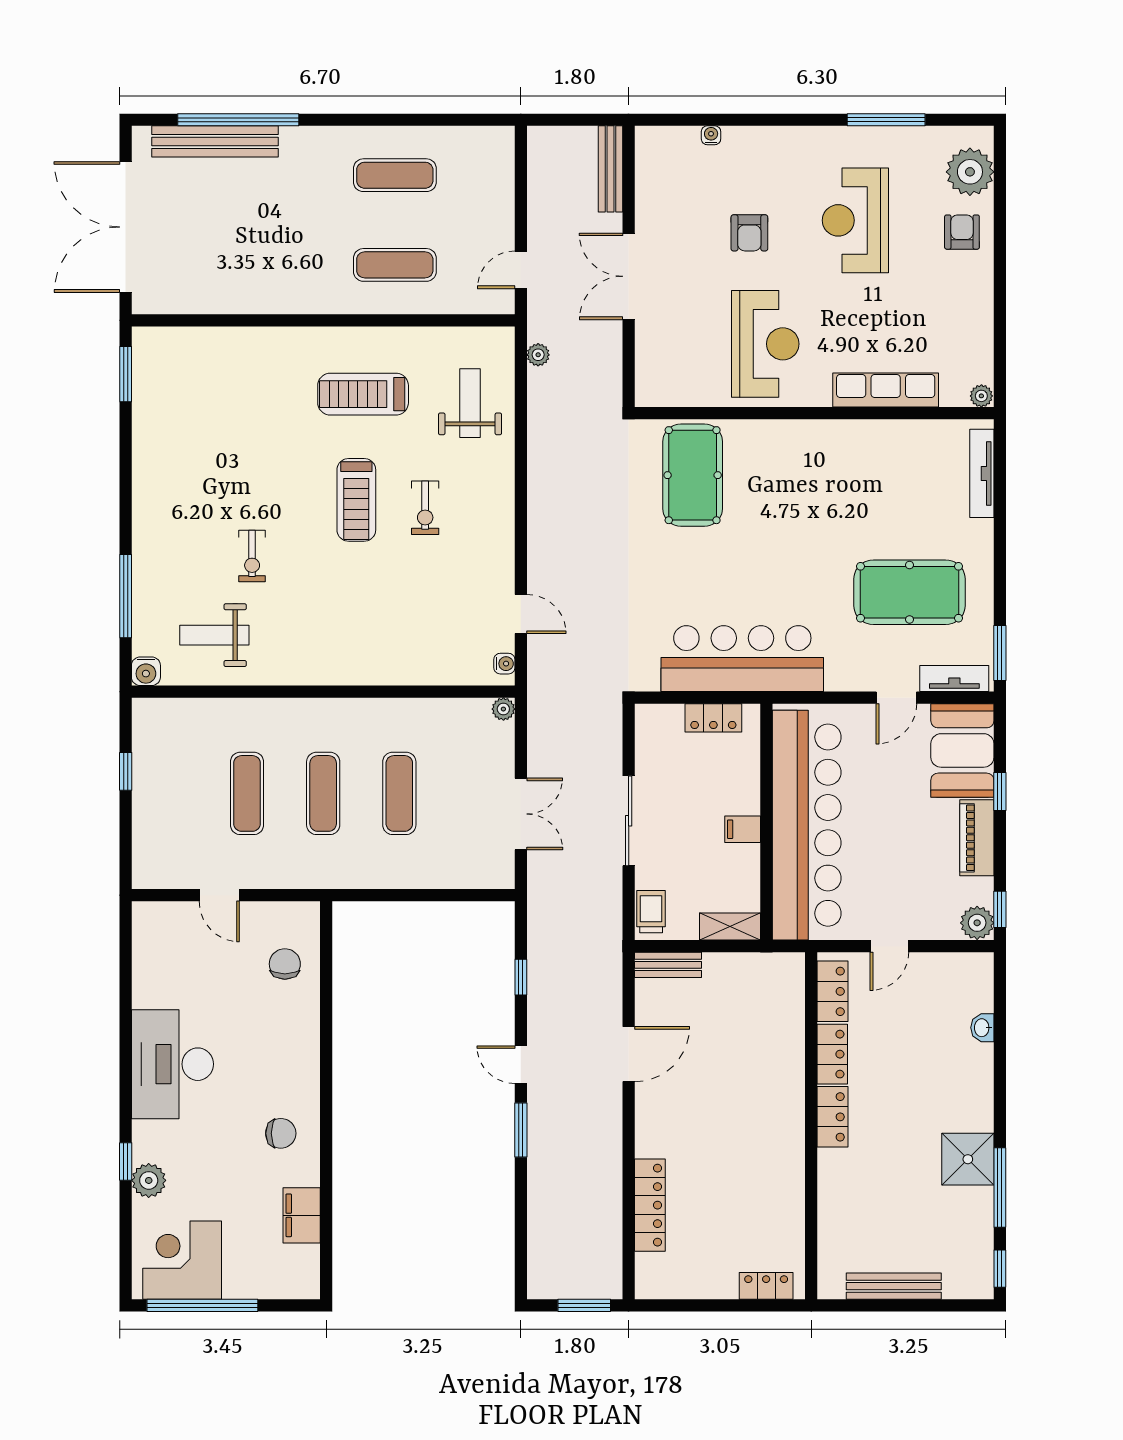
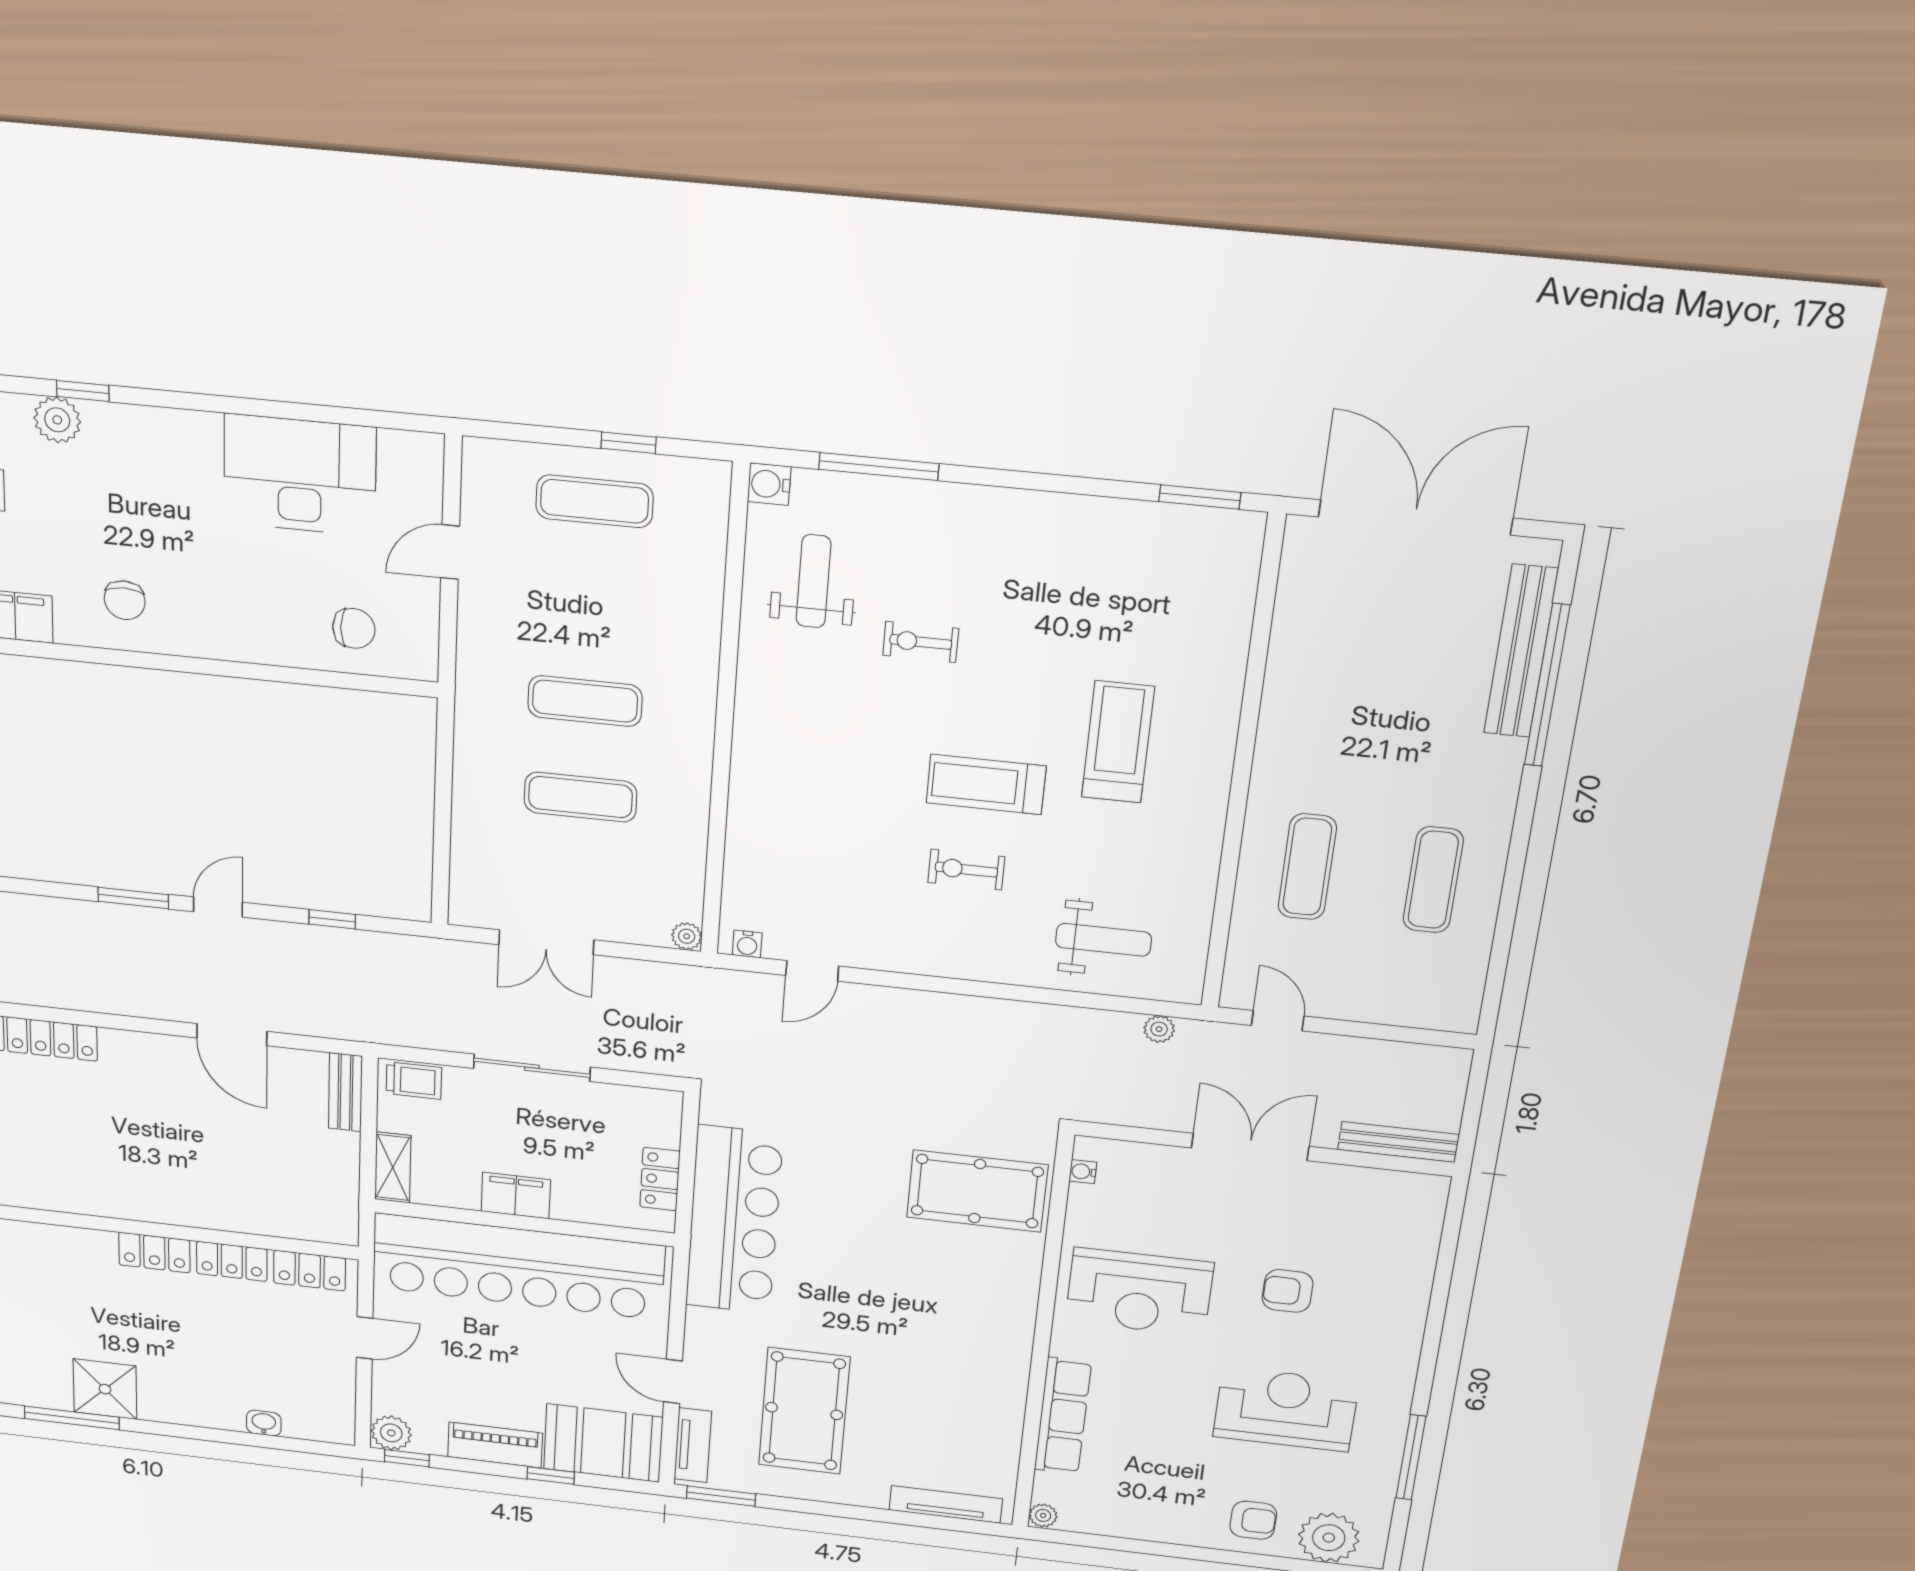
water cooler: (711, 135) -> (1083, 1172), moved, turned 180
treadmill: (363, 394) -> (1118, 742), moved
exercise mat: (247, 793) -> (594, 501), moved
filing cabinet: (743, 829) -> (516, 1196), width x2.00
door: (889, 946) -> (365, 1338), swing flipped
desk: (172, 1064) -> (300, 475), moved

